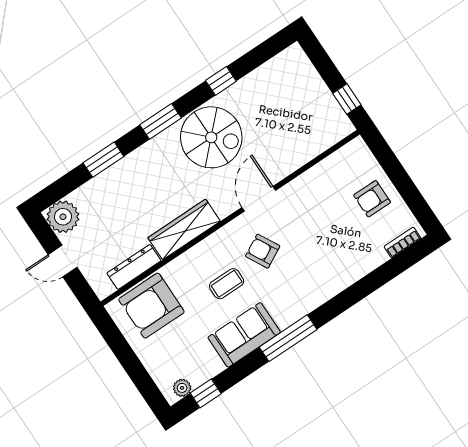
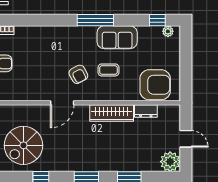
spiral stairs: (211, 137) -> (23, 145), moved, turned -90
dresser: (134, 267) -> (146, 111), width x0.70

